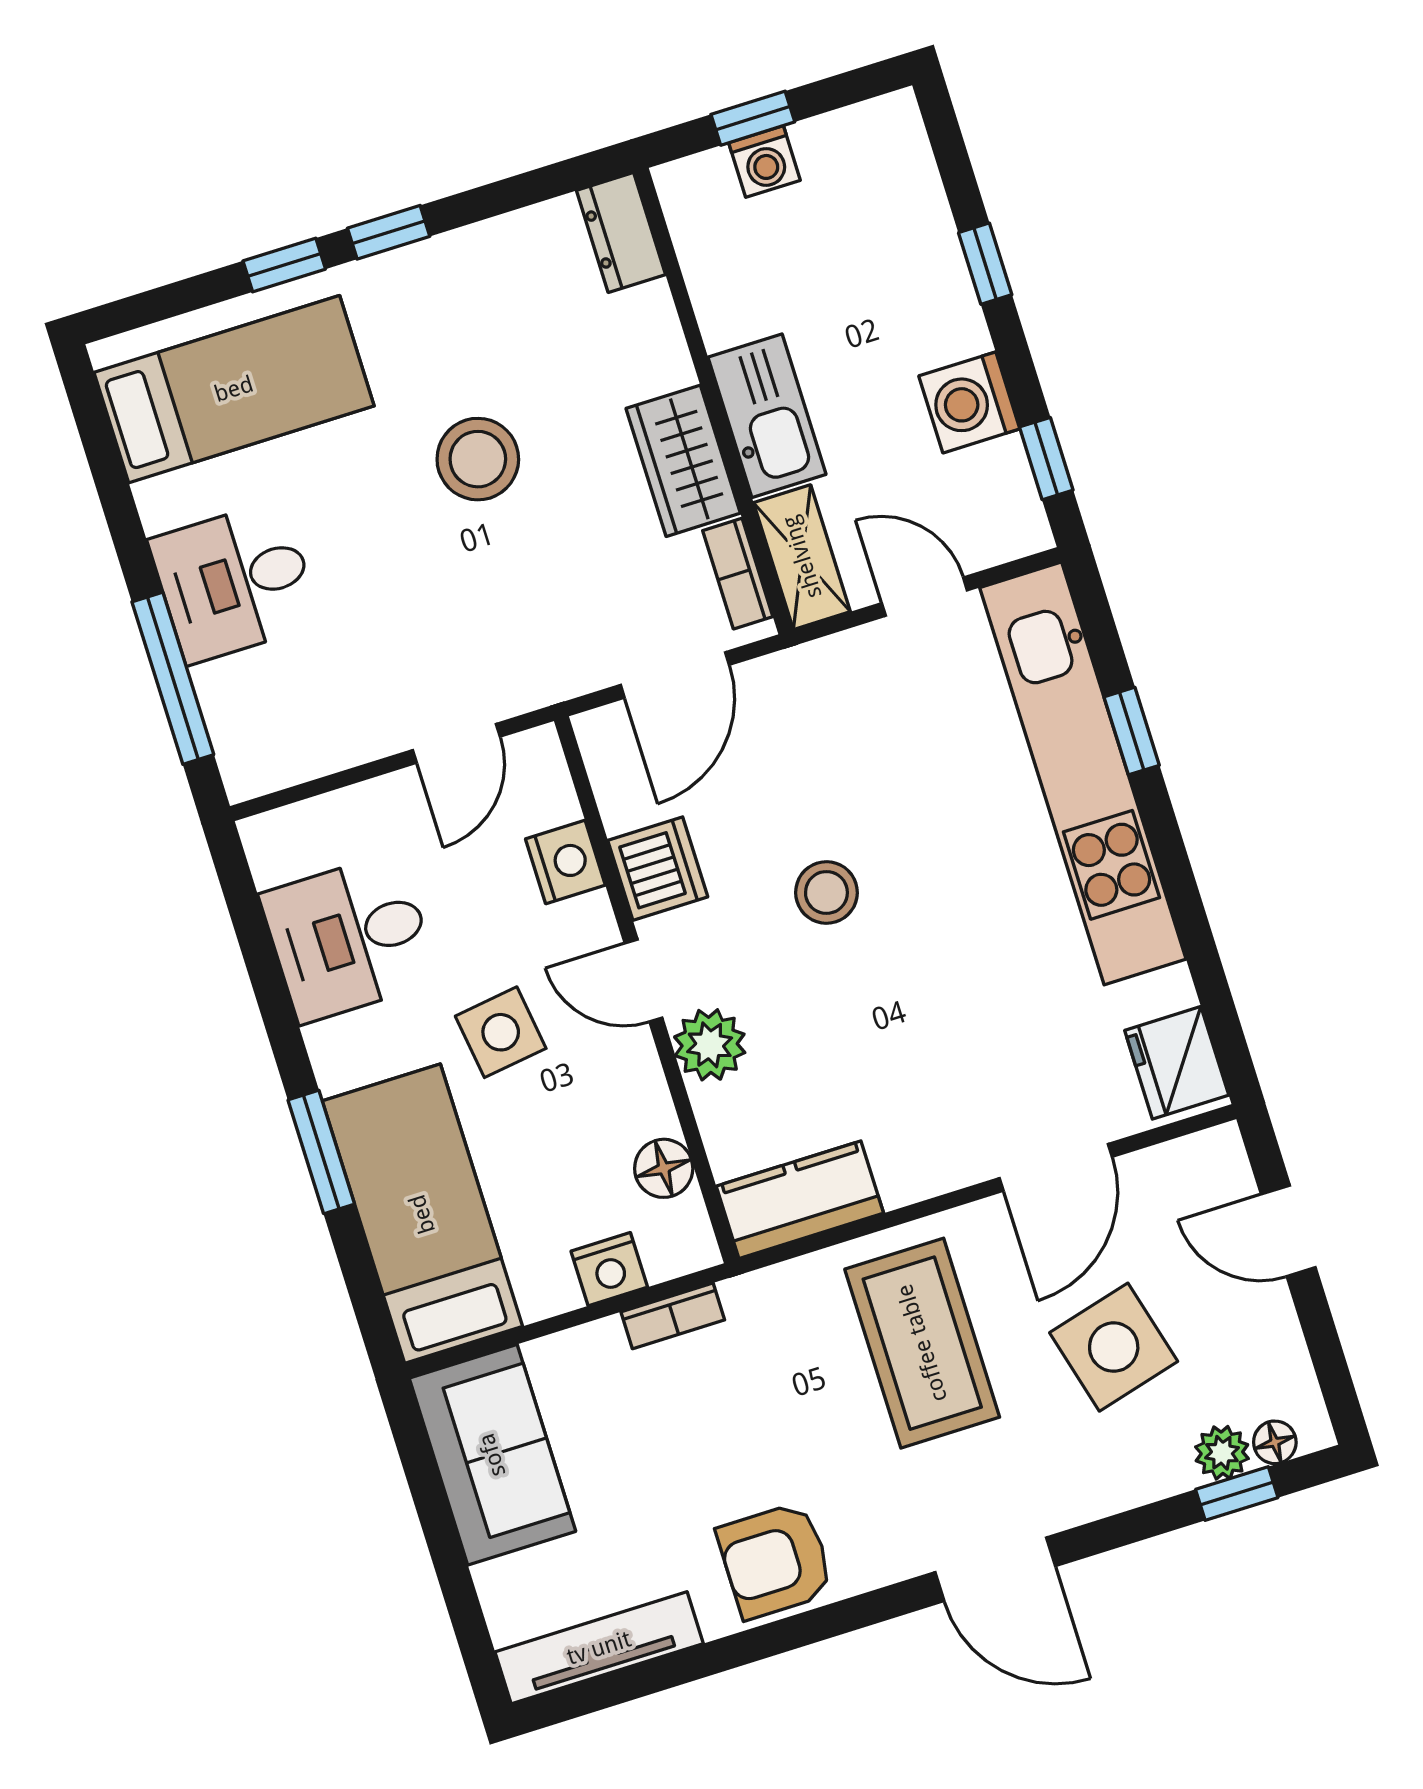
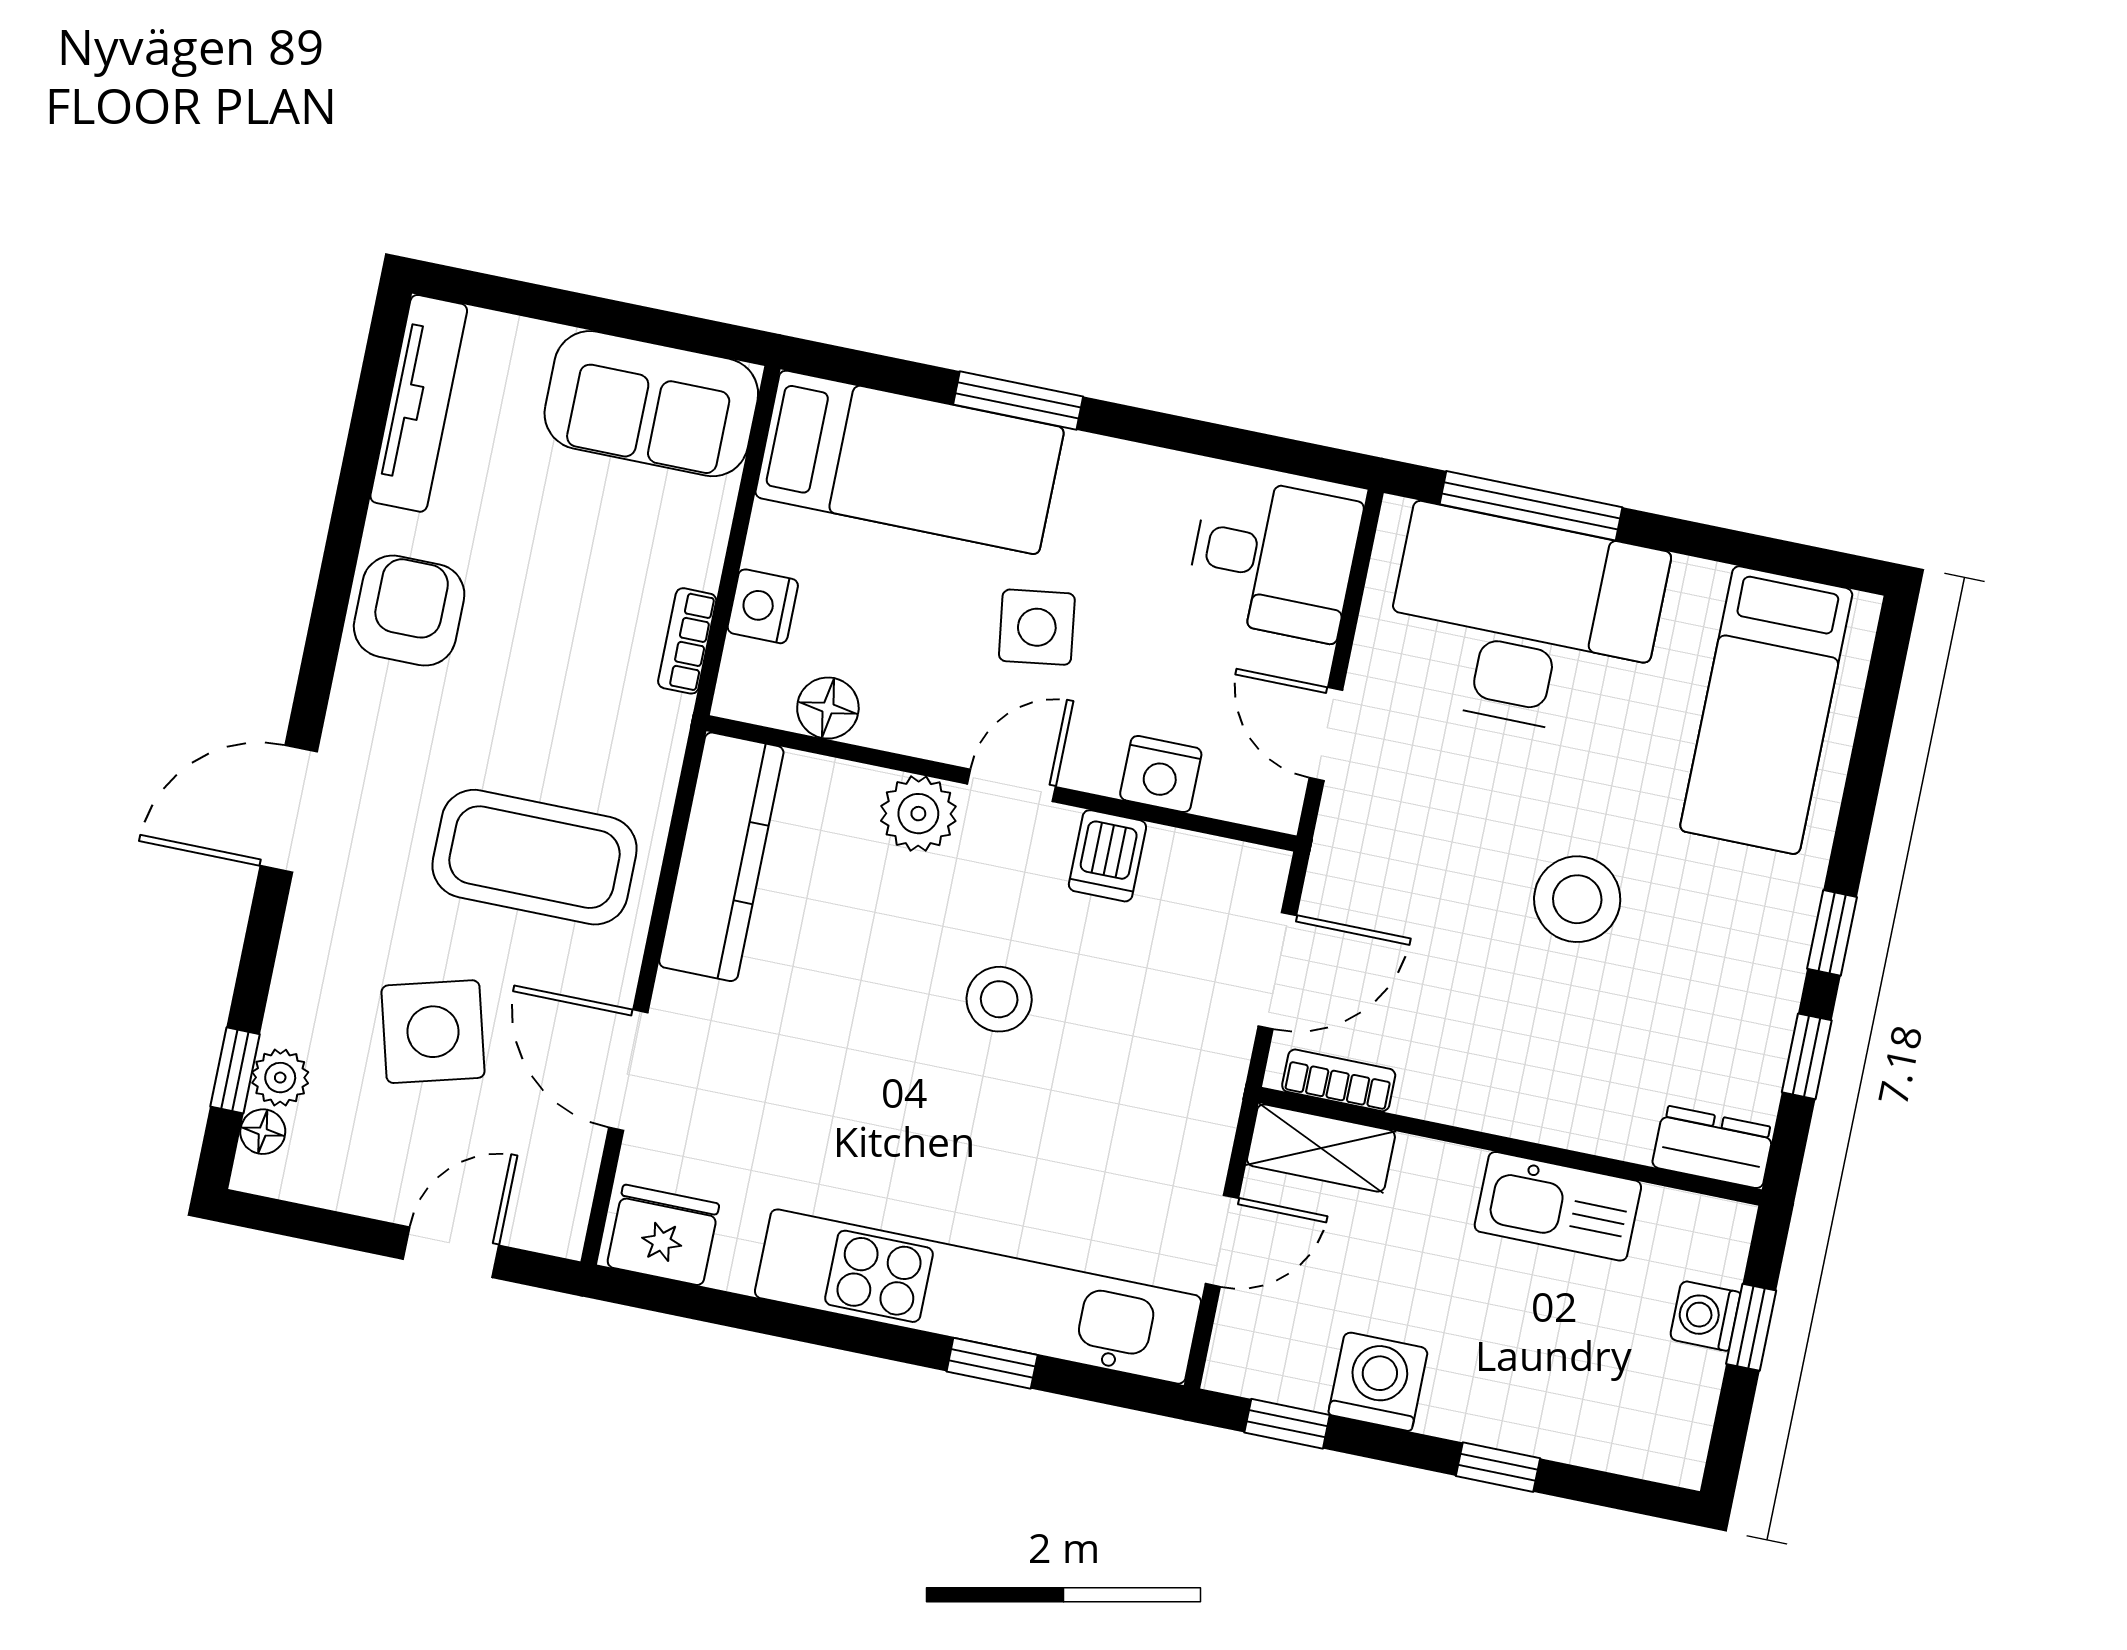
window: (284, 265) -> (1807, 1056), moved
kitchen sink: (767, 416) -> (1558, 1206), moved
wardrobe: (683, 461) -> (1471, 1088), removed
desk: (235, 582) -> (1524, 622), width x1.87, depth x1.30
door: (675, 675) -> (1277, 971), swing flipped
dishwasher: (658, 869) -> (1107, 856), width x0.73
desk: (349, 938) -> (1273, 558), moved, turned 90
kitchen counter: (800, 1200) -> (721, 857), width x1.50

